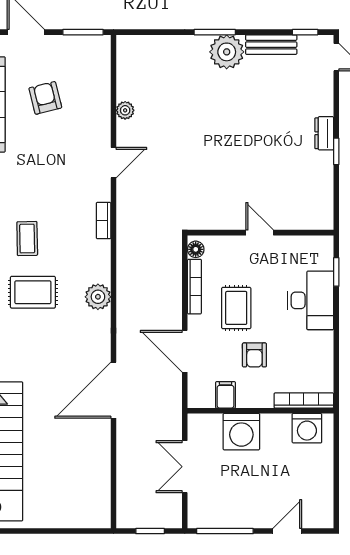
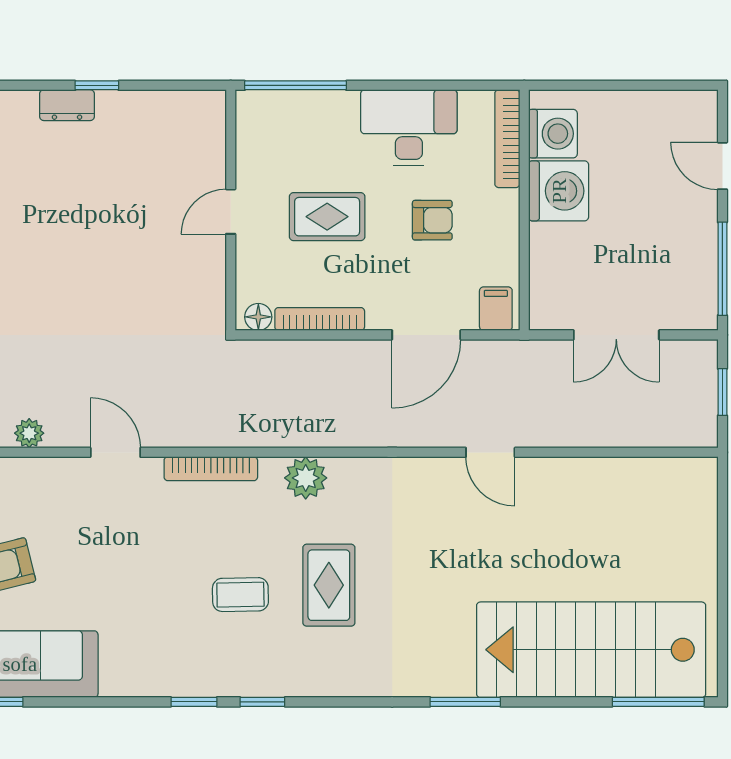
bookcase: (104, 221) -> (211, 469), width x1.56
window: (336, 272) -> (295, 85), width x2.17
plant: (98, 297) -> (306, 478), moved
desk: (311, 300) -> (409, 128), moved
rug: (236, 308) -> (327, 217), moved
door: (114, 390) -> (490, 452), width x0.53
filing cabinet: (225, 395) -> (496, 309), moved, turned 90
washing machine: (241, 432) -> (559, 191), moved

